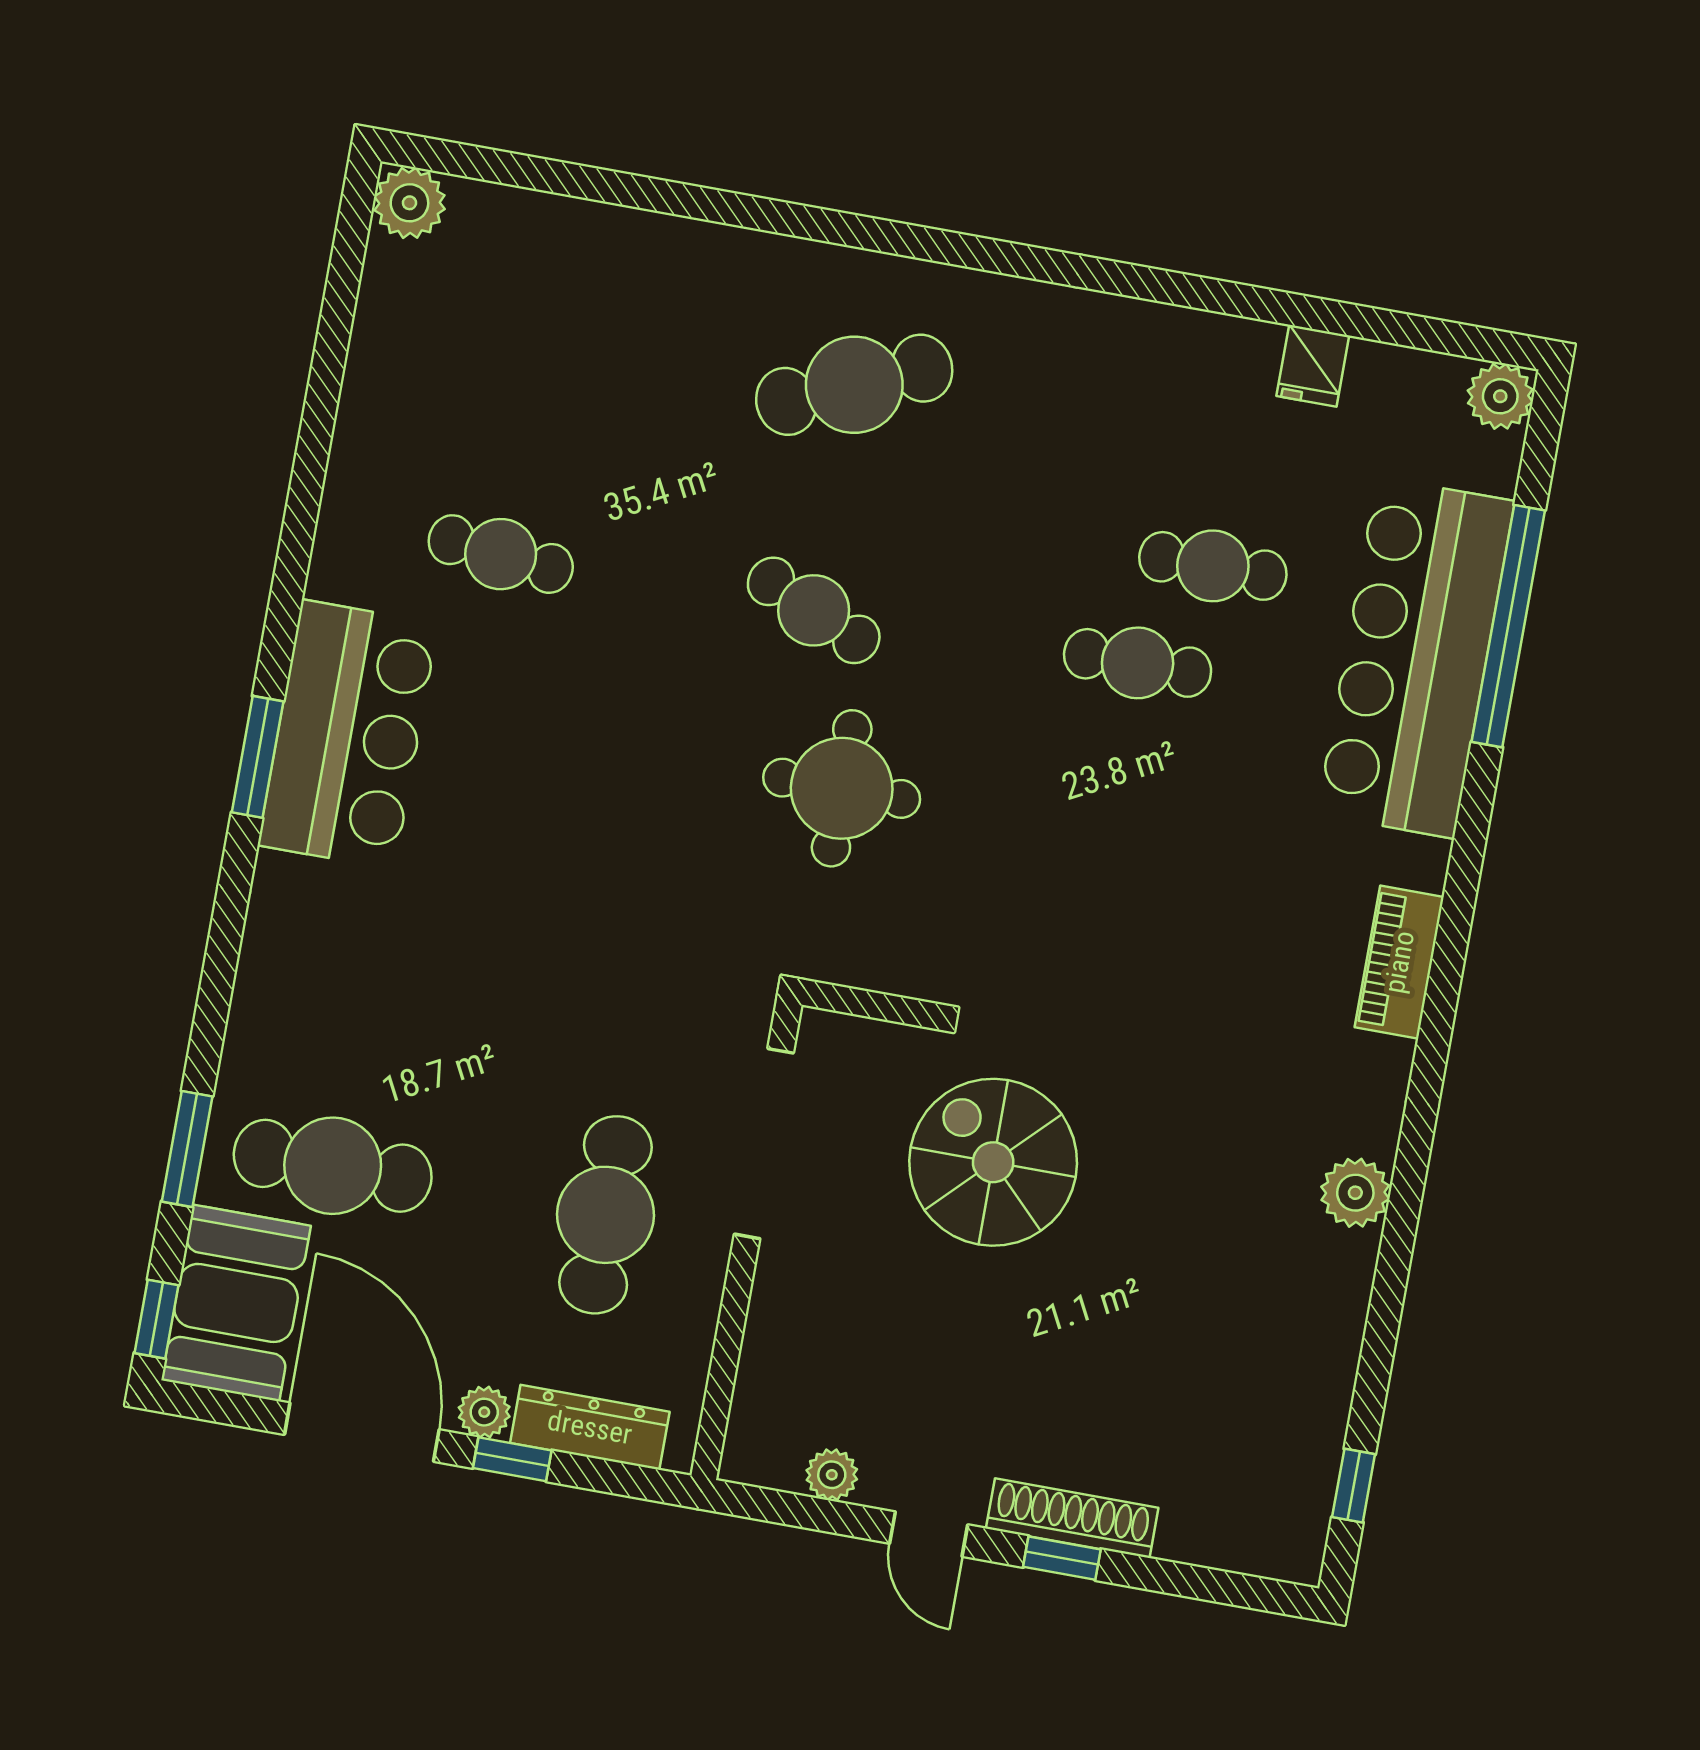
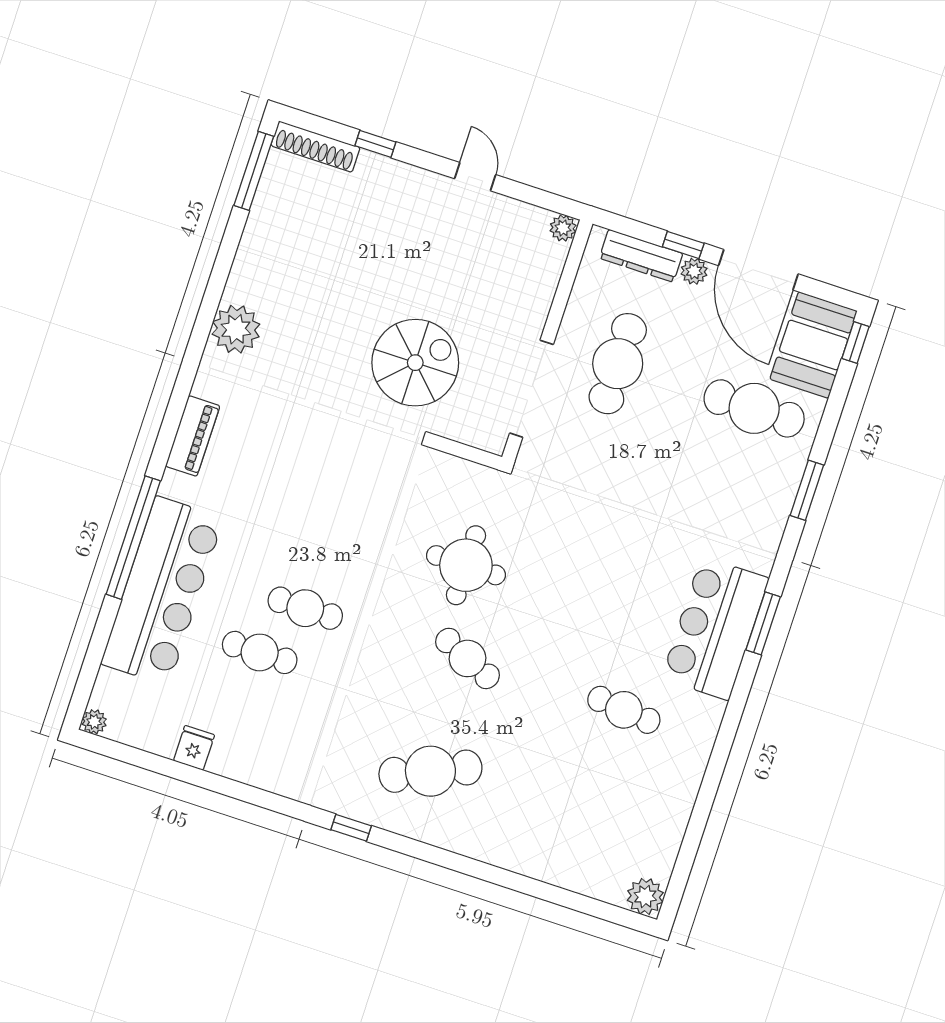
window: (991, 255) -> (351, 828), added
plant: (1500, 396) -> (94, 722), width x0.73, depth x0.73
window: (1508, 626) -> (133, 538), moved
window: (187, 1149) -> (807, 490), moved
spiral stairs: (993, 1162) -> (415, 363), turned -90
plant: (1355, 1193) -> (236, 329), width x1.36, depth x1.36
plant: (832, 1475) -> (563, 228), moved
window: (1354, 1486) -> (254, 171), width x2.17
shoe rack: (1072, 1518) -> (315, 147), moved
window: (1062, 1558) -> (375, 144), moved

